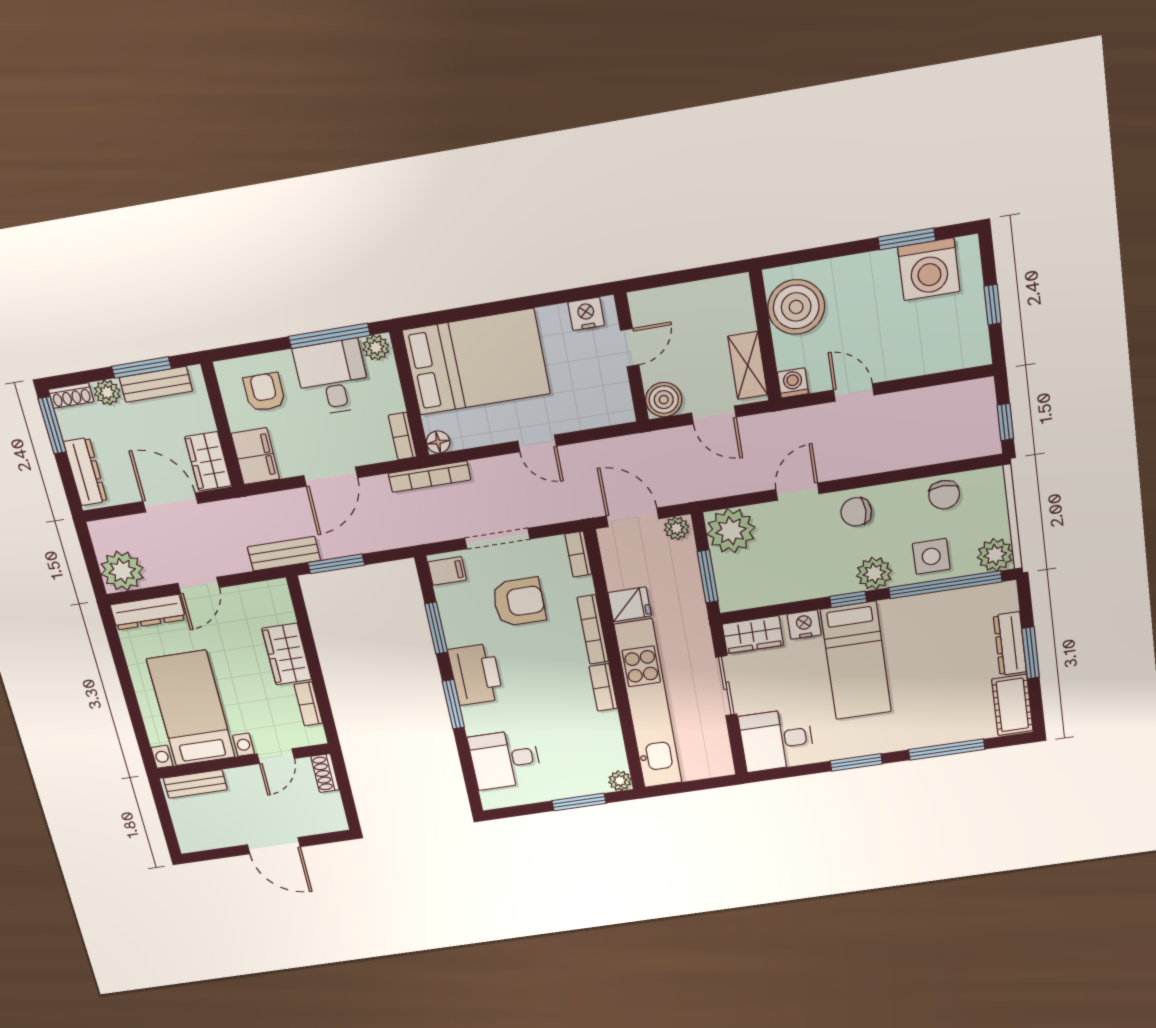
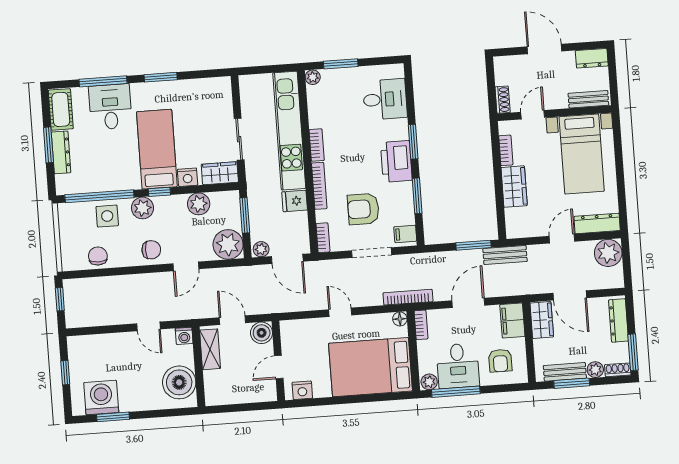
plant: (995, 555) -> (199, 204), moved
desk: (777, 740) -> (110, 107), moved, turned -90
dresser: (201, 839) -> (592, 58), added

